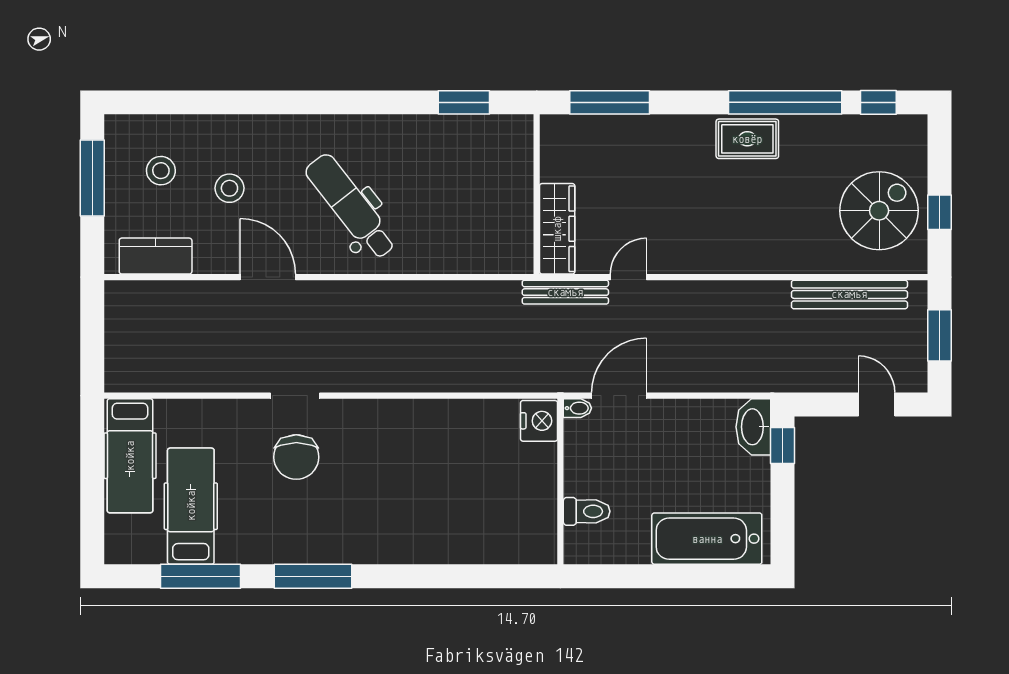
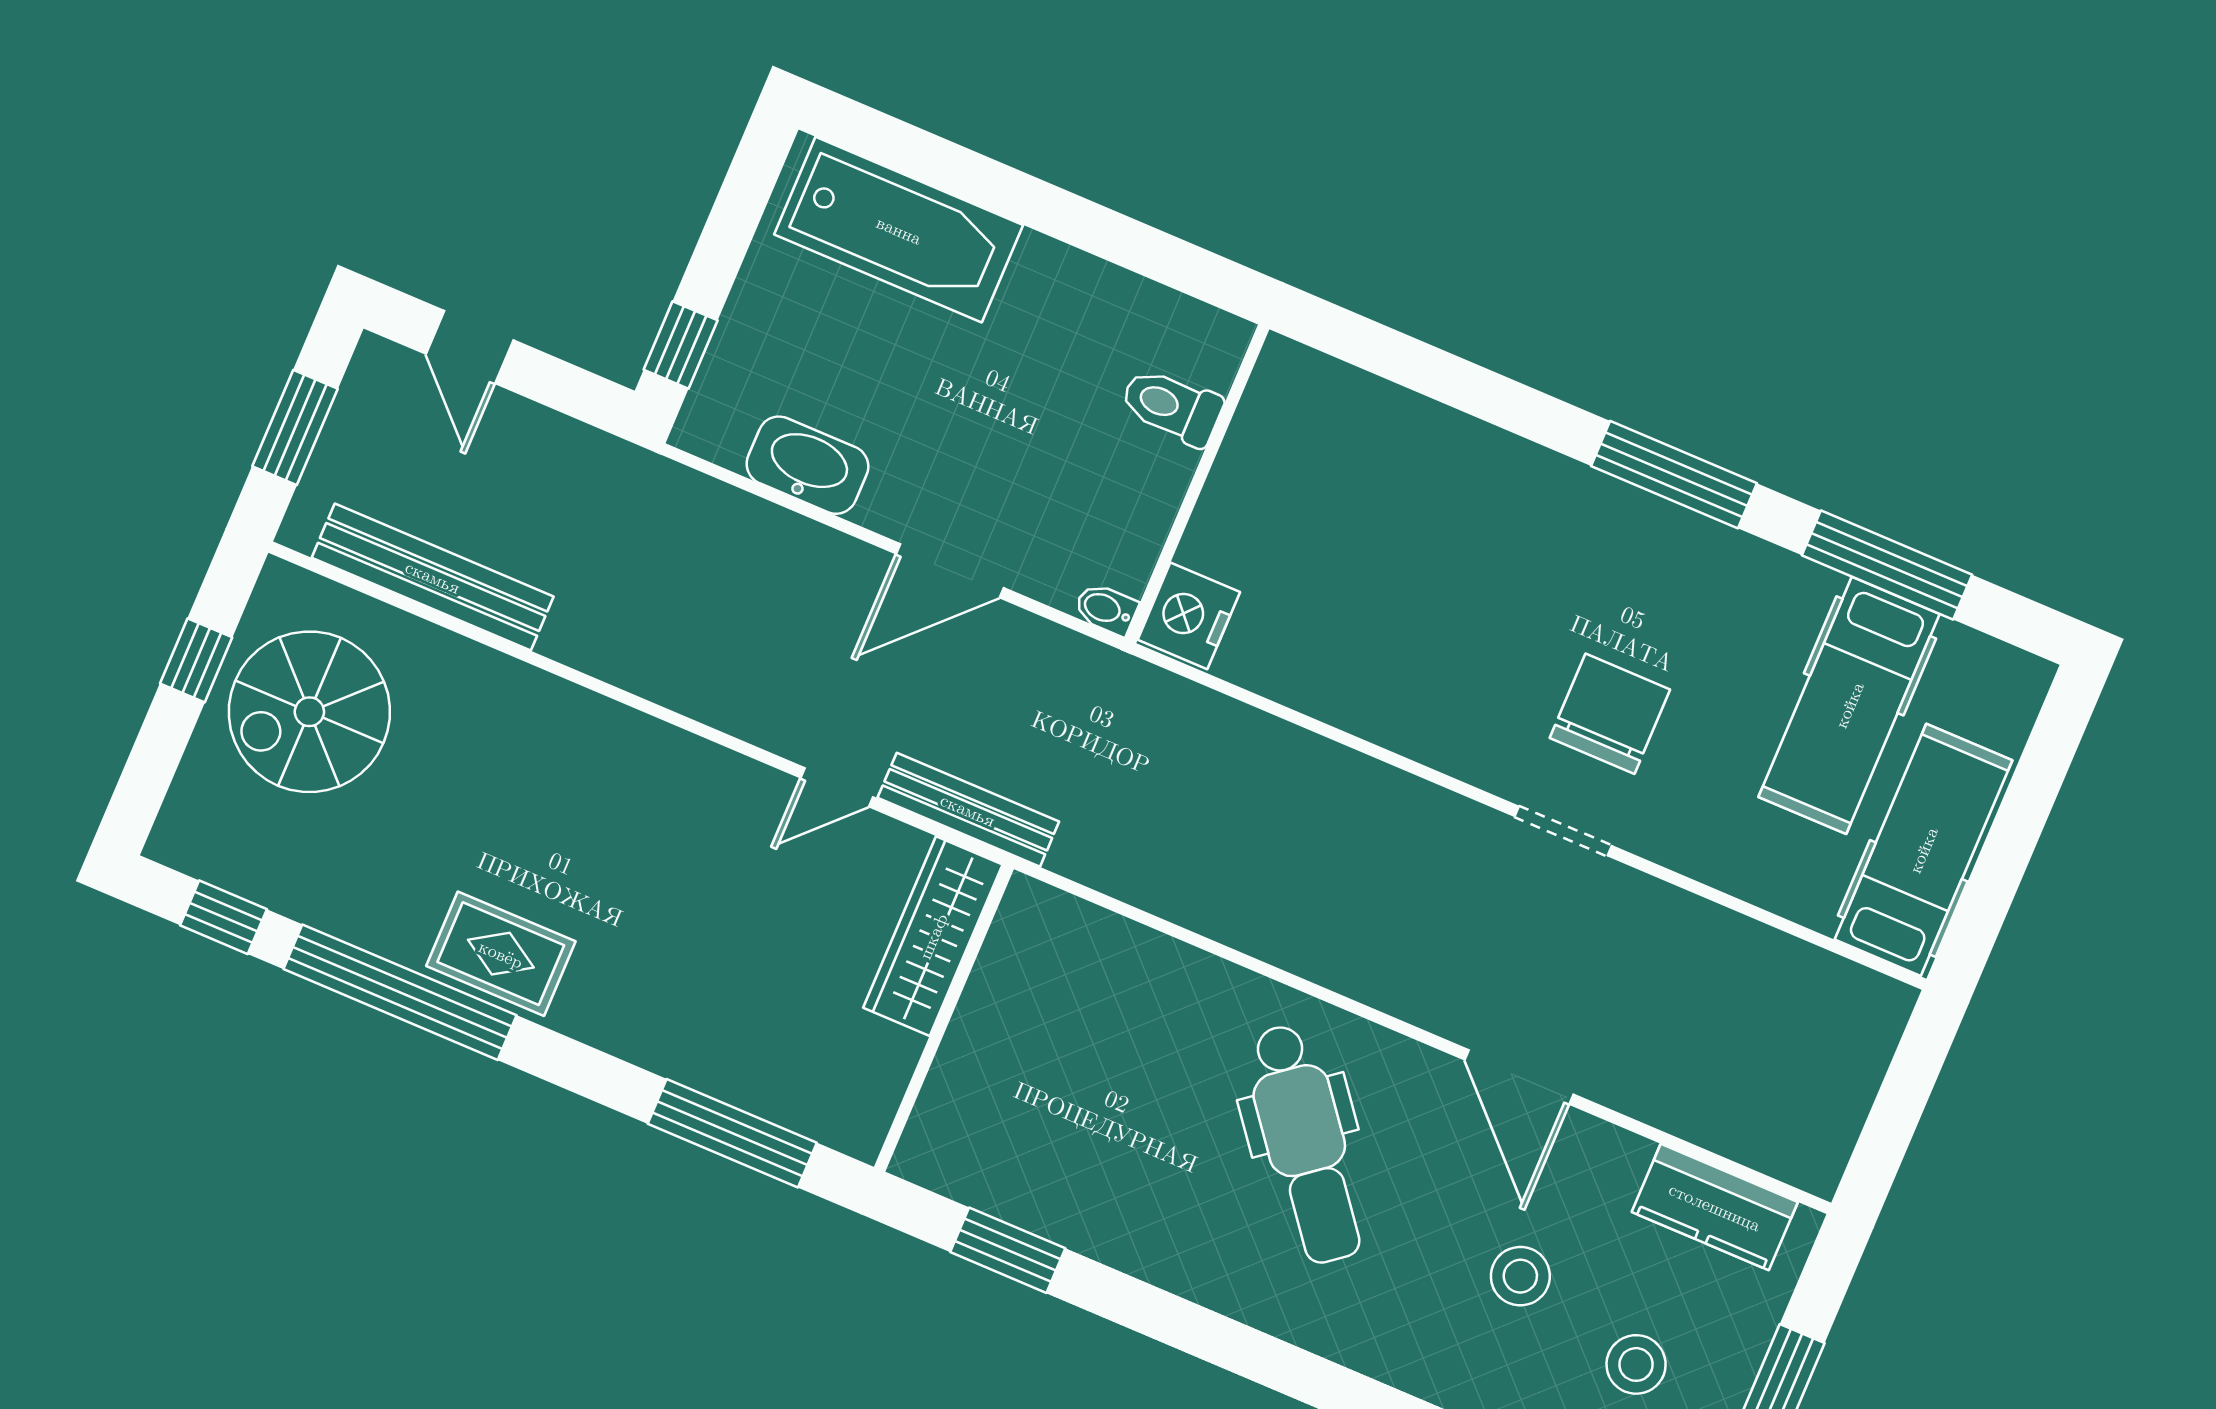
bidet: (577, 408) -> (1106, 609), moved
nightstand: (539, 421) -> (1189, 616), moved
washbasin: (753, 427) -> (807, 465), moved, turned -90
wall: (560, 482) -> (1197, 484), moved
toilet: (587, 511) -> (1172, 406), moved

